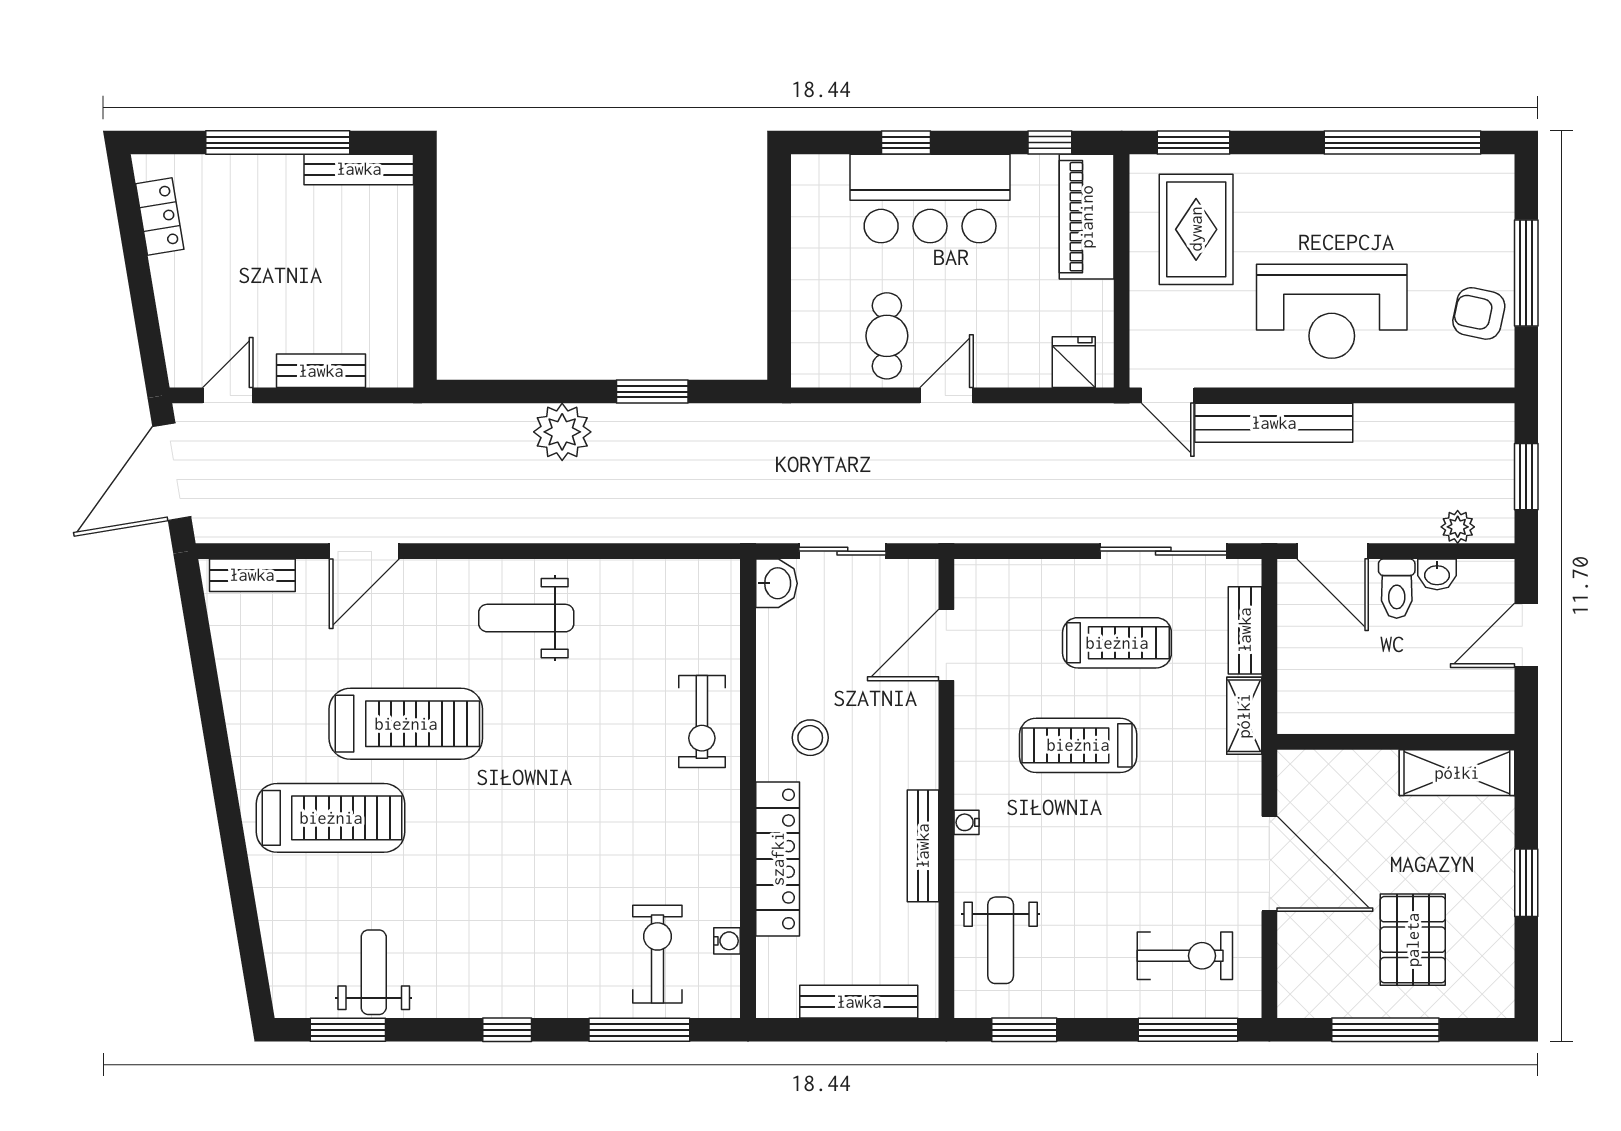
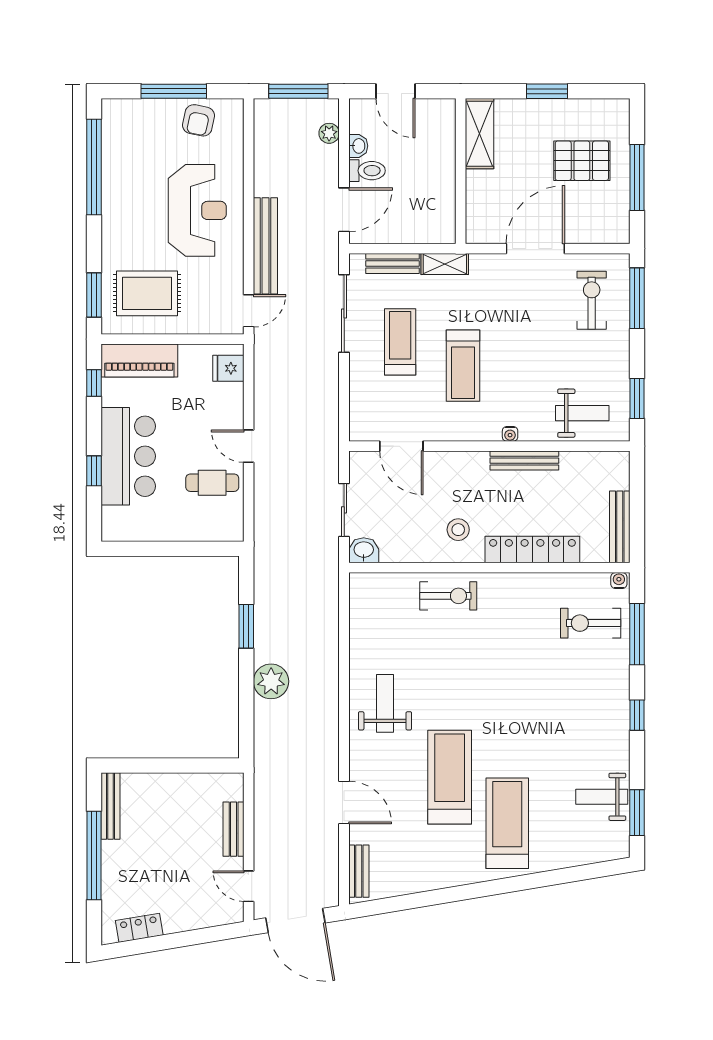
window: (1526, 477) -> (298, 91), width x1.44
weight bench: (526, 618) -> (385, 703), turned 180
water cooler: (727, 941) -> (619, 581), moved
bench: (859, 1002) -> (620, 527), moved

